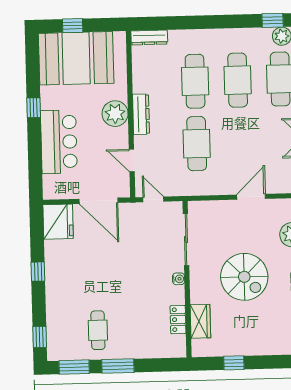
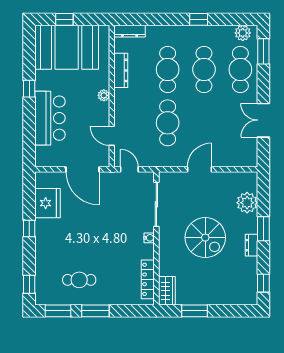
window: (273, 20) -> (199, 19), moved
plant: (115, 114) -> (104, 95), width x0.53, depth x0.53
dresser: (141, 114) -> (121, 70), moved
door: (251, 197) -> (200, 169), moved
fridge: (58, 222) -> (48, 203), moved
locker: (178, 320) -> (148, 279), width x1.53
wardrobe: (200, 321) -> (167, 291), moved
cafe table: (98, 330) -> (79, 280), turned 90
window: (234, 363) -> (194, 311), width x1.50

